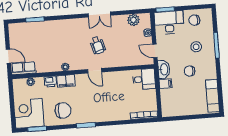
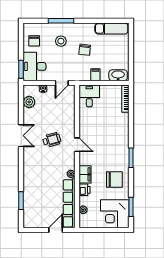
row of seats: (24, 68) -> (69, 203), width x2.02
washbasin: (164, 69) -> (118, 75), moved
door: (95, 71) -> (77, 145), hinge flipped
chair: (63, 110) -> (114, 179), turned 90

